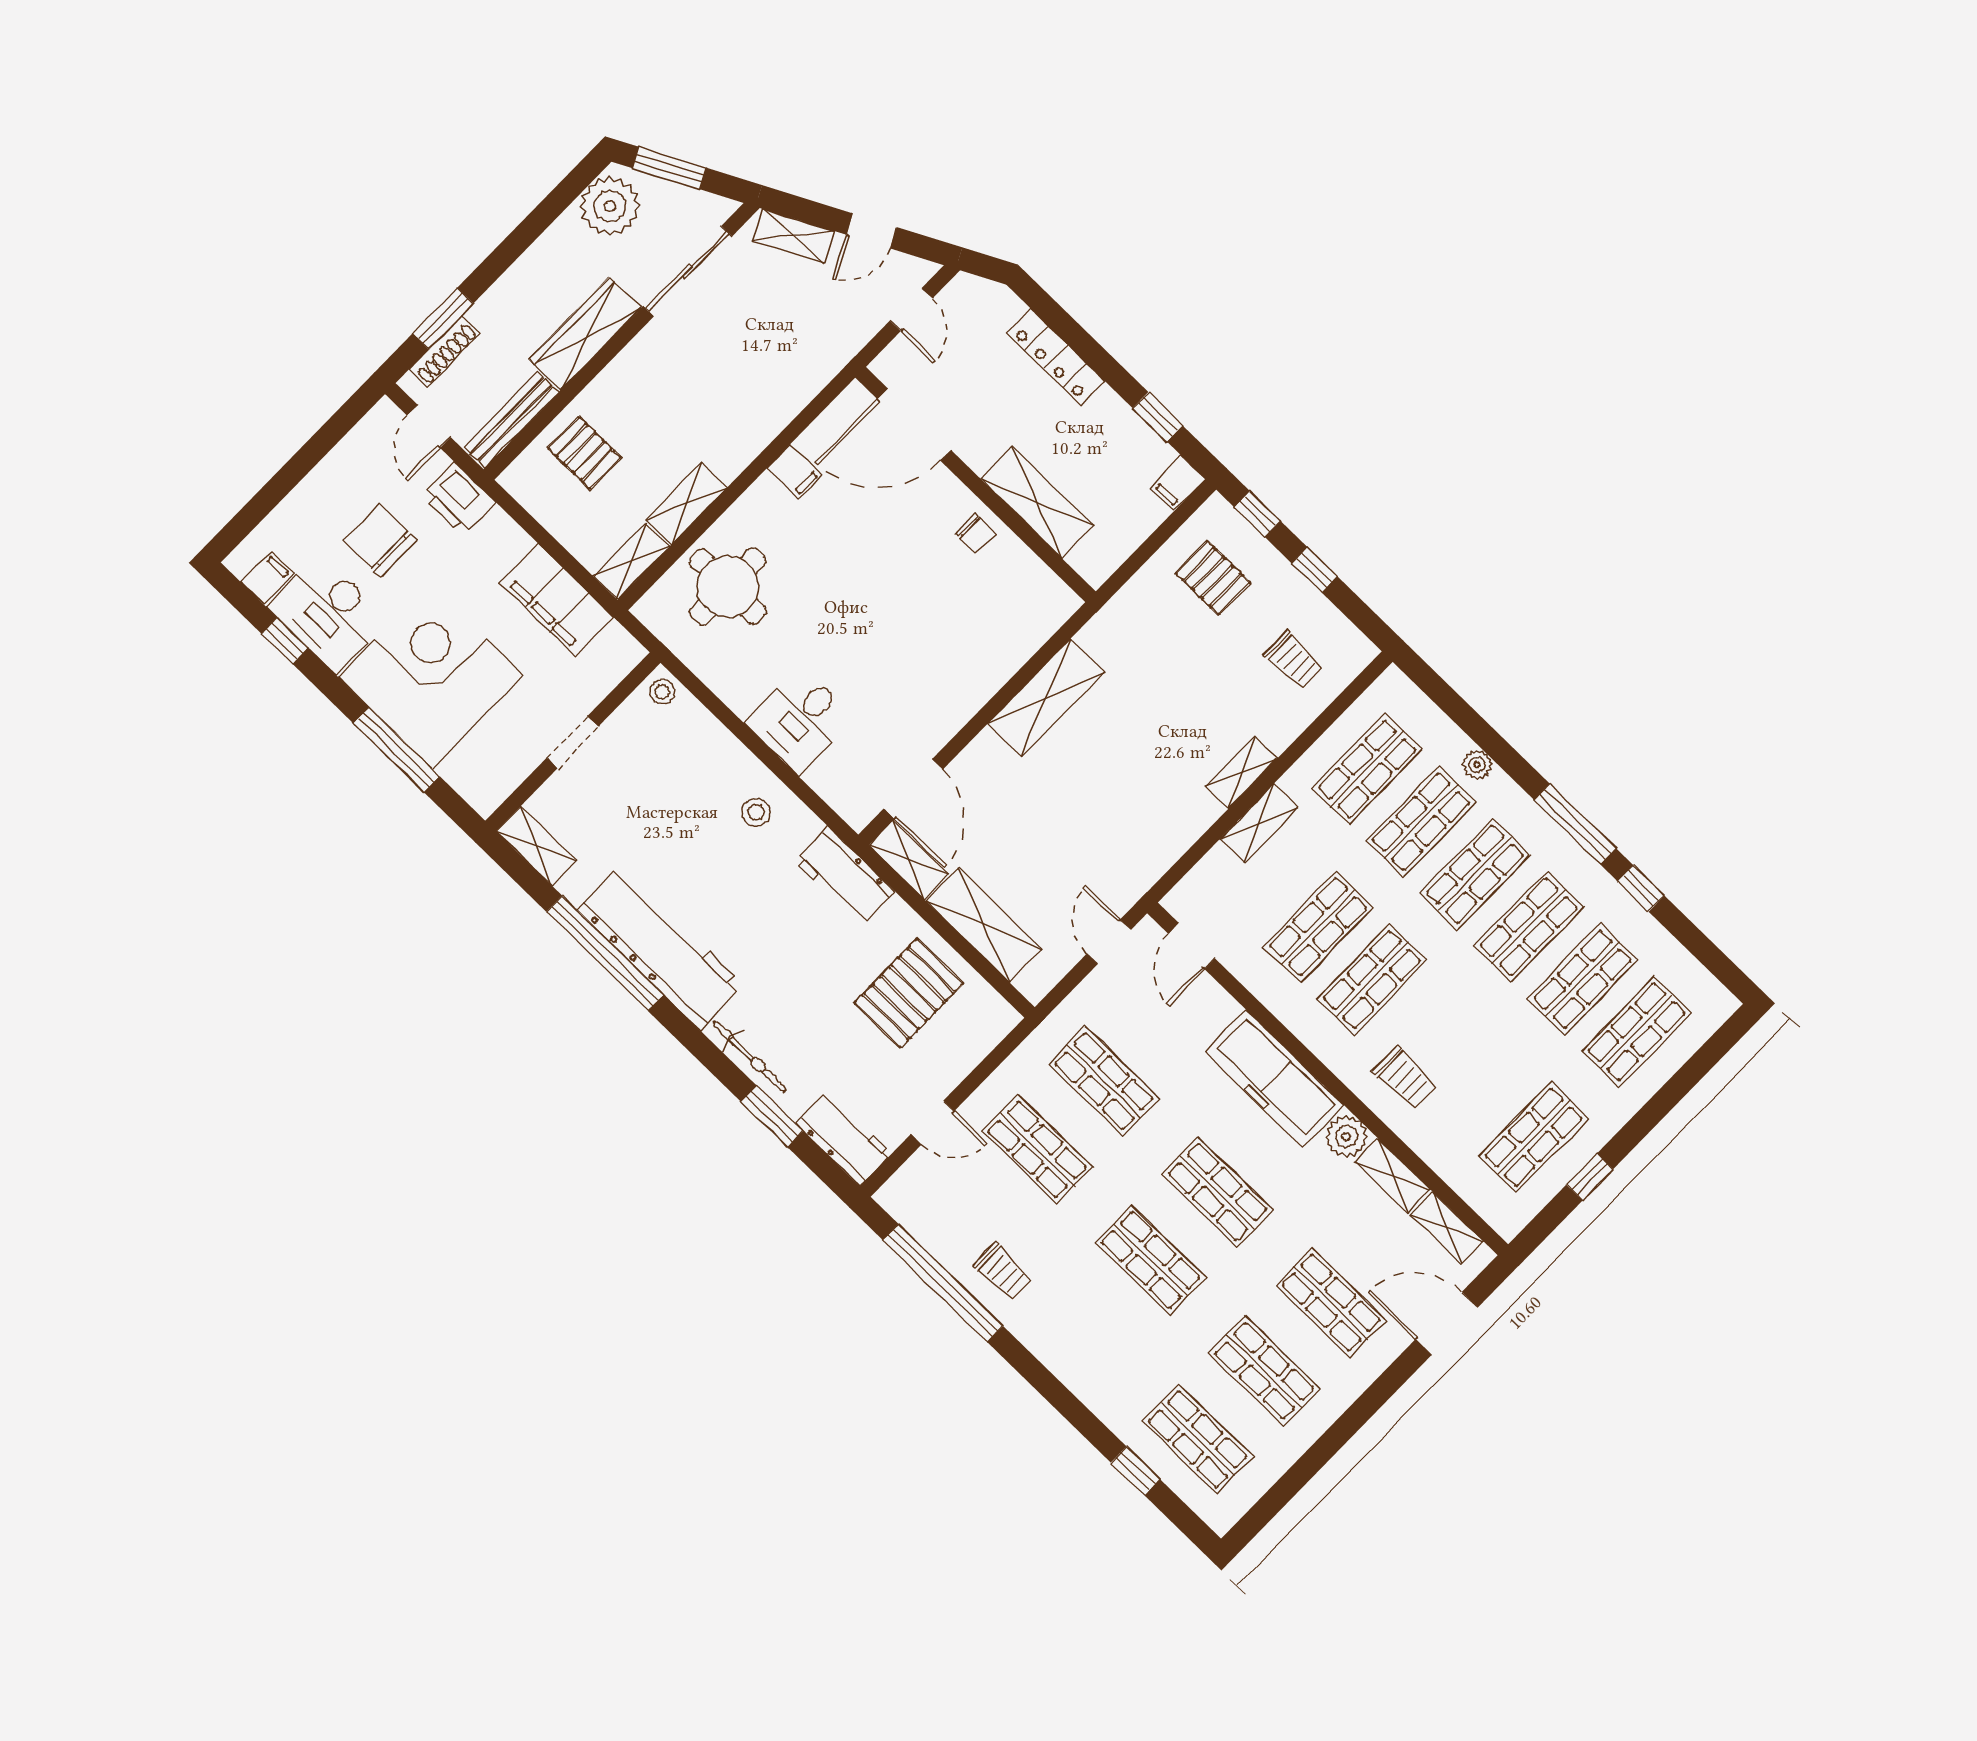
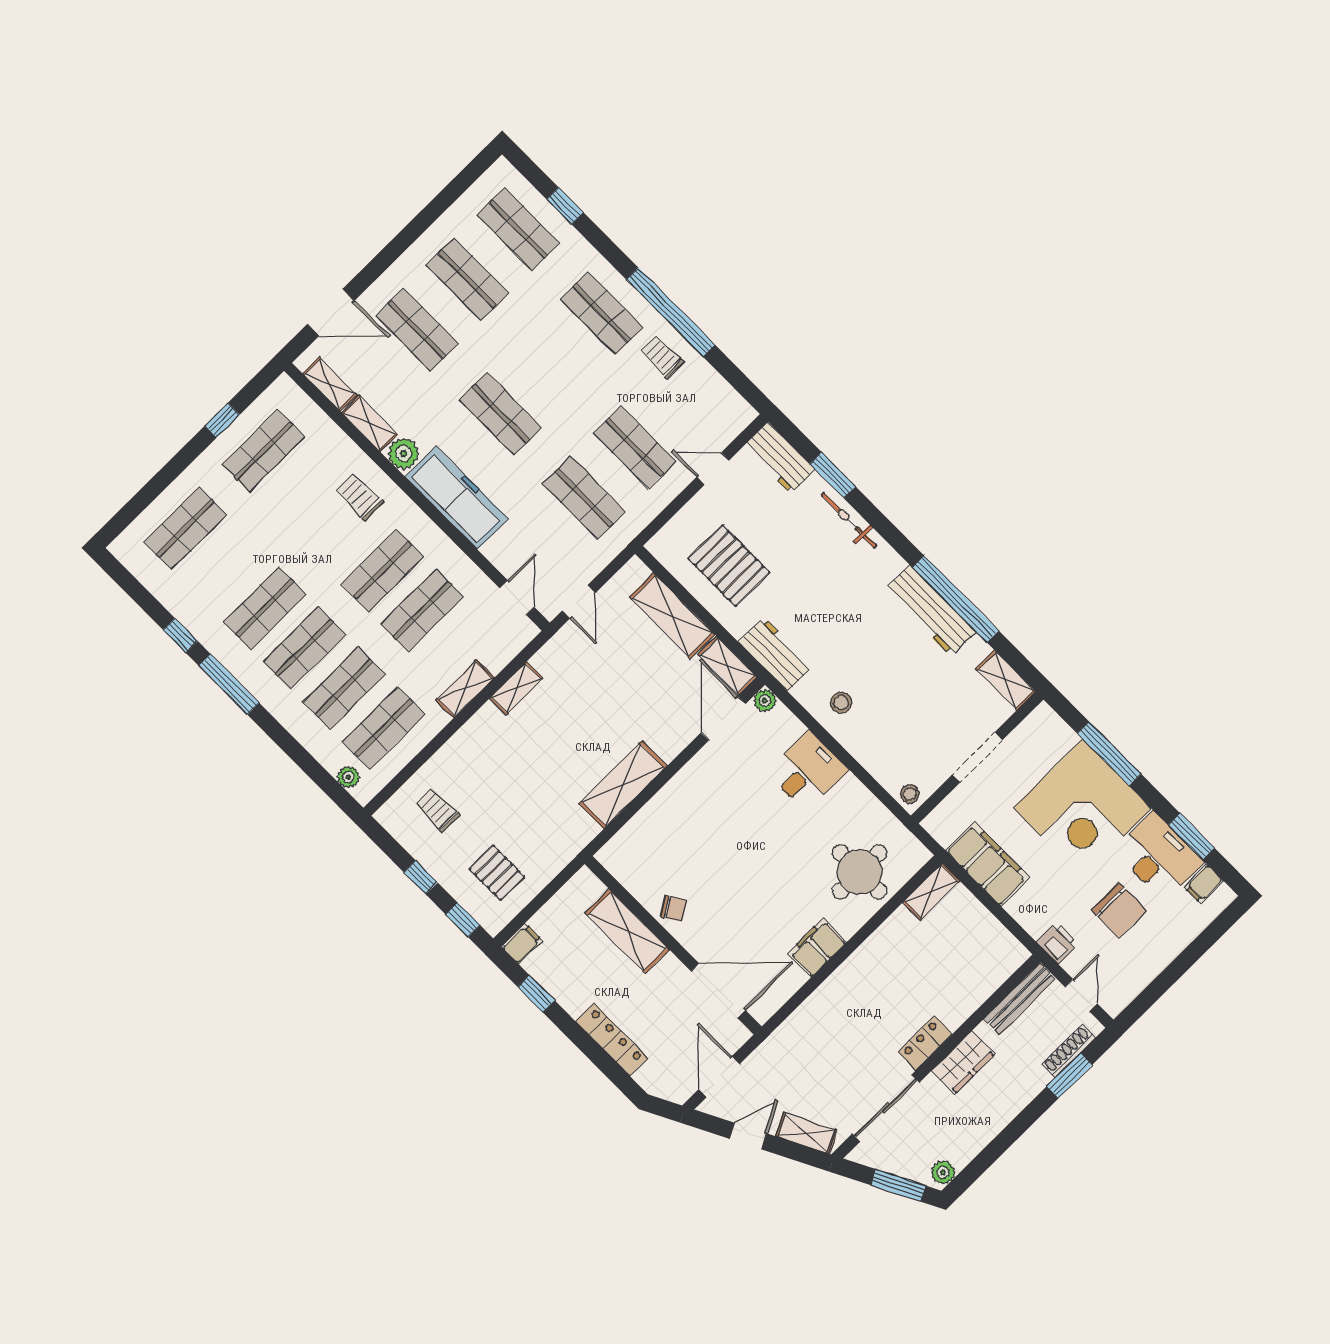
plant: (610, 206) -> (943, 1172), width x0.53, depth x0.53
door: (911, 309) -> (719, 1077), width x1.38
wardrobe: (585, 334) -> (963, 1062), width x0.67
locker: (637, 359) -> (925, 1043), added
pallet: (584, 453) -> (965, 973), removed
filing cabinet: (795, 472) -> (817, 948), width x2.00
printer: (458, 499) -> (1057, 943), width x0.73, depth x0.81
shelving: (687, 503) -> (889, 934), removed
chair: (975, 533) -> (674, 909), turned 148
window: (285, 641) -> (1191, 836), width x1.50
doorway: (573, 742) -> (977, 757), width x1.38
plant: (1477, 765) -> (348, 777), moved
shelving: (1242, 773) -> (516, 688), moved
plant: (858, 814) -> (765, 701), added
workbench: (660, 948) -> (930, 611), width x0.73, depth x0.76
shop shelf: (1583, 979) -> (225, 568), removed
pallet: (909, 993) -> (729, 566), turned 90
shop shelf: (1151, 1260) -> (602, 313), moved
window: (943, 1283) -> (671, 312), moved

